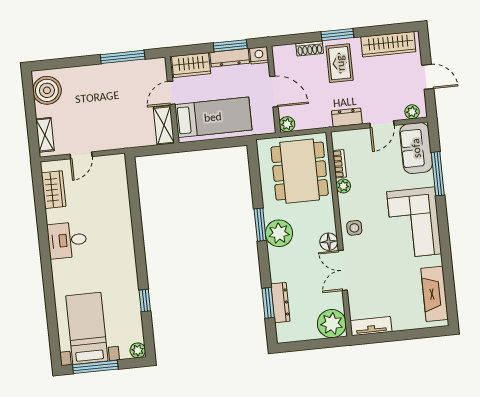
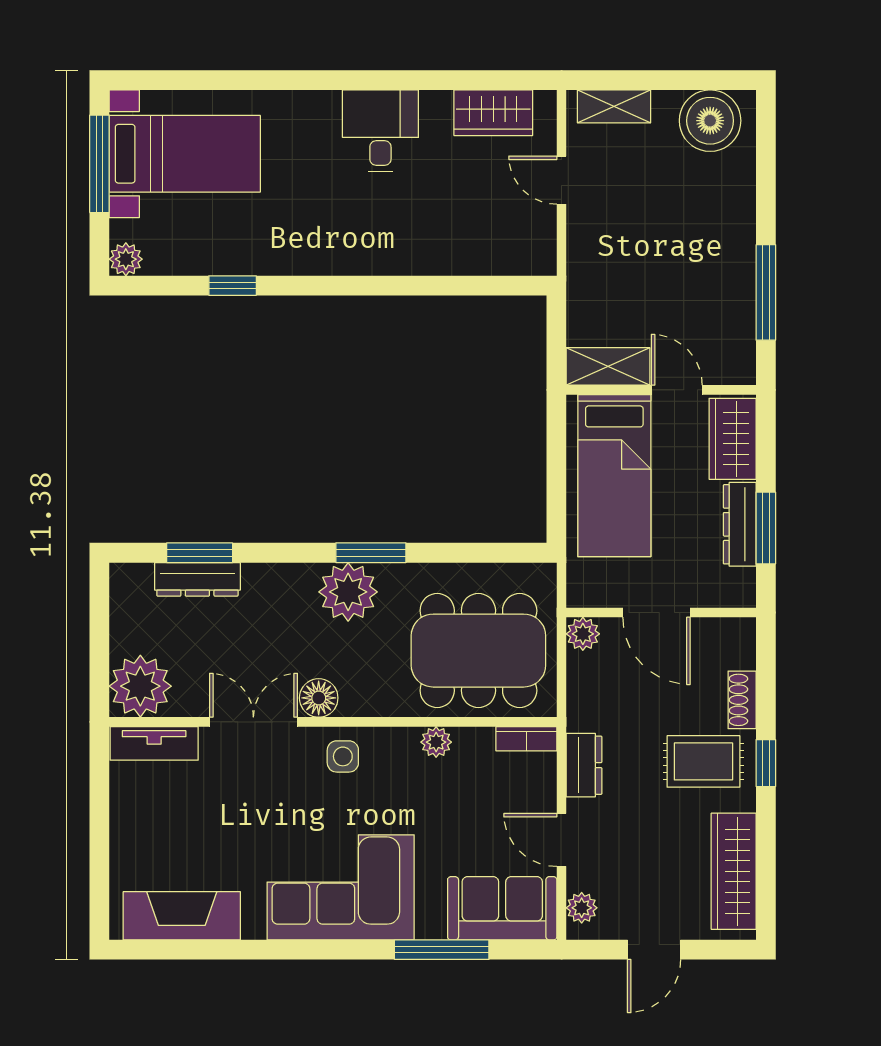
window: (337, 35) -> (766, 763), width x0.67
nightstand: (259, 55) -> (738, 588), removed
door: (274, 92) -> (656, 613), hinge flipped
bookcase: (340, 164) -> (526, 739), moved
tv unit: (371, 326) -> (154, 743), moved, turned 90

